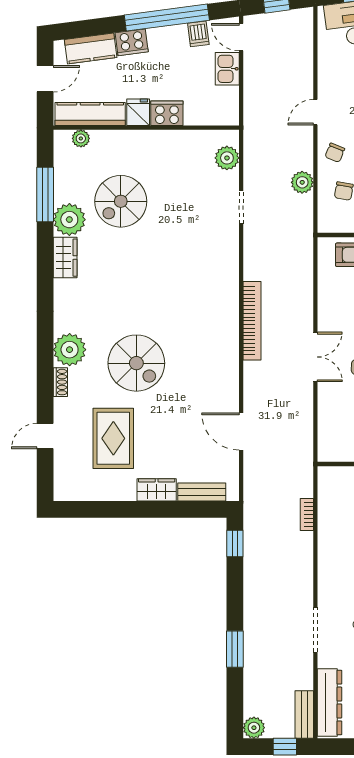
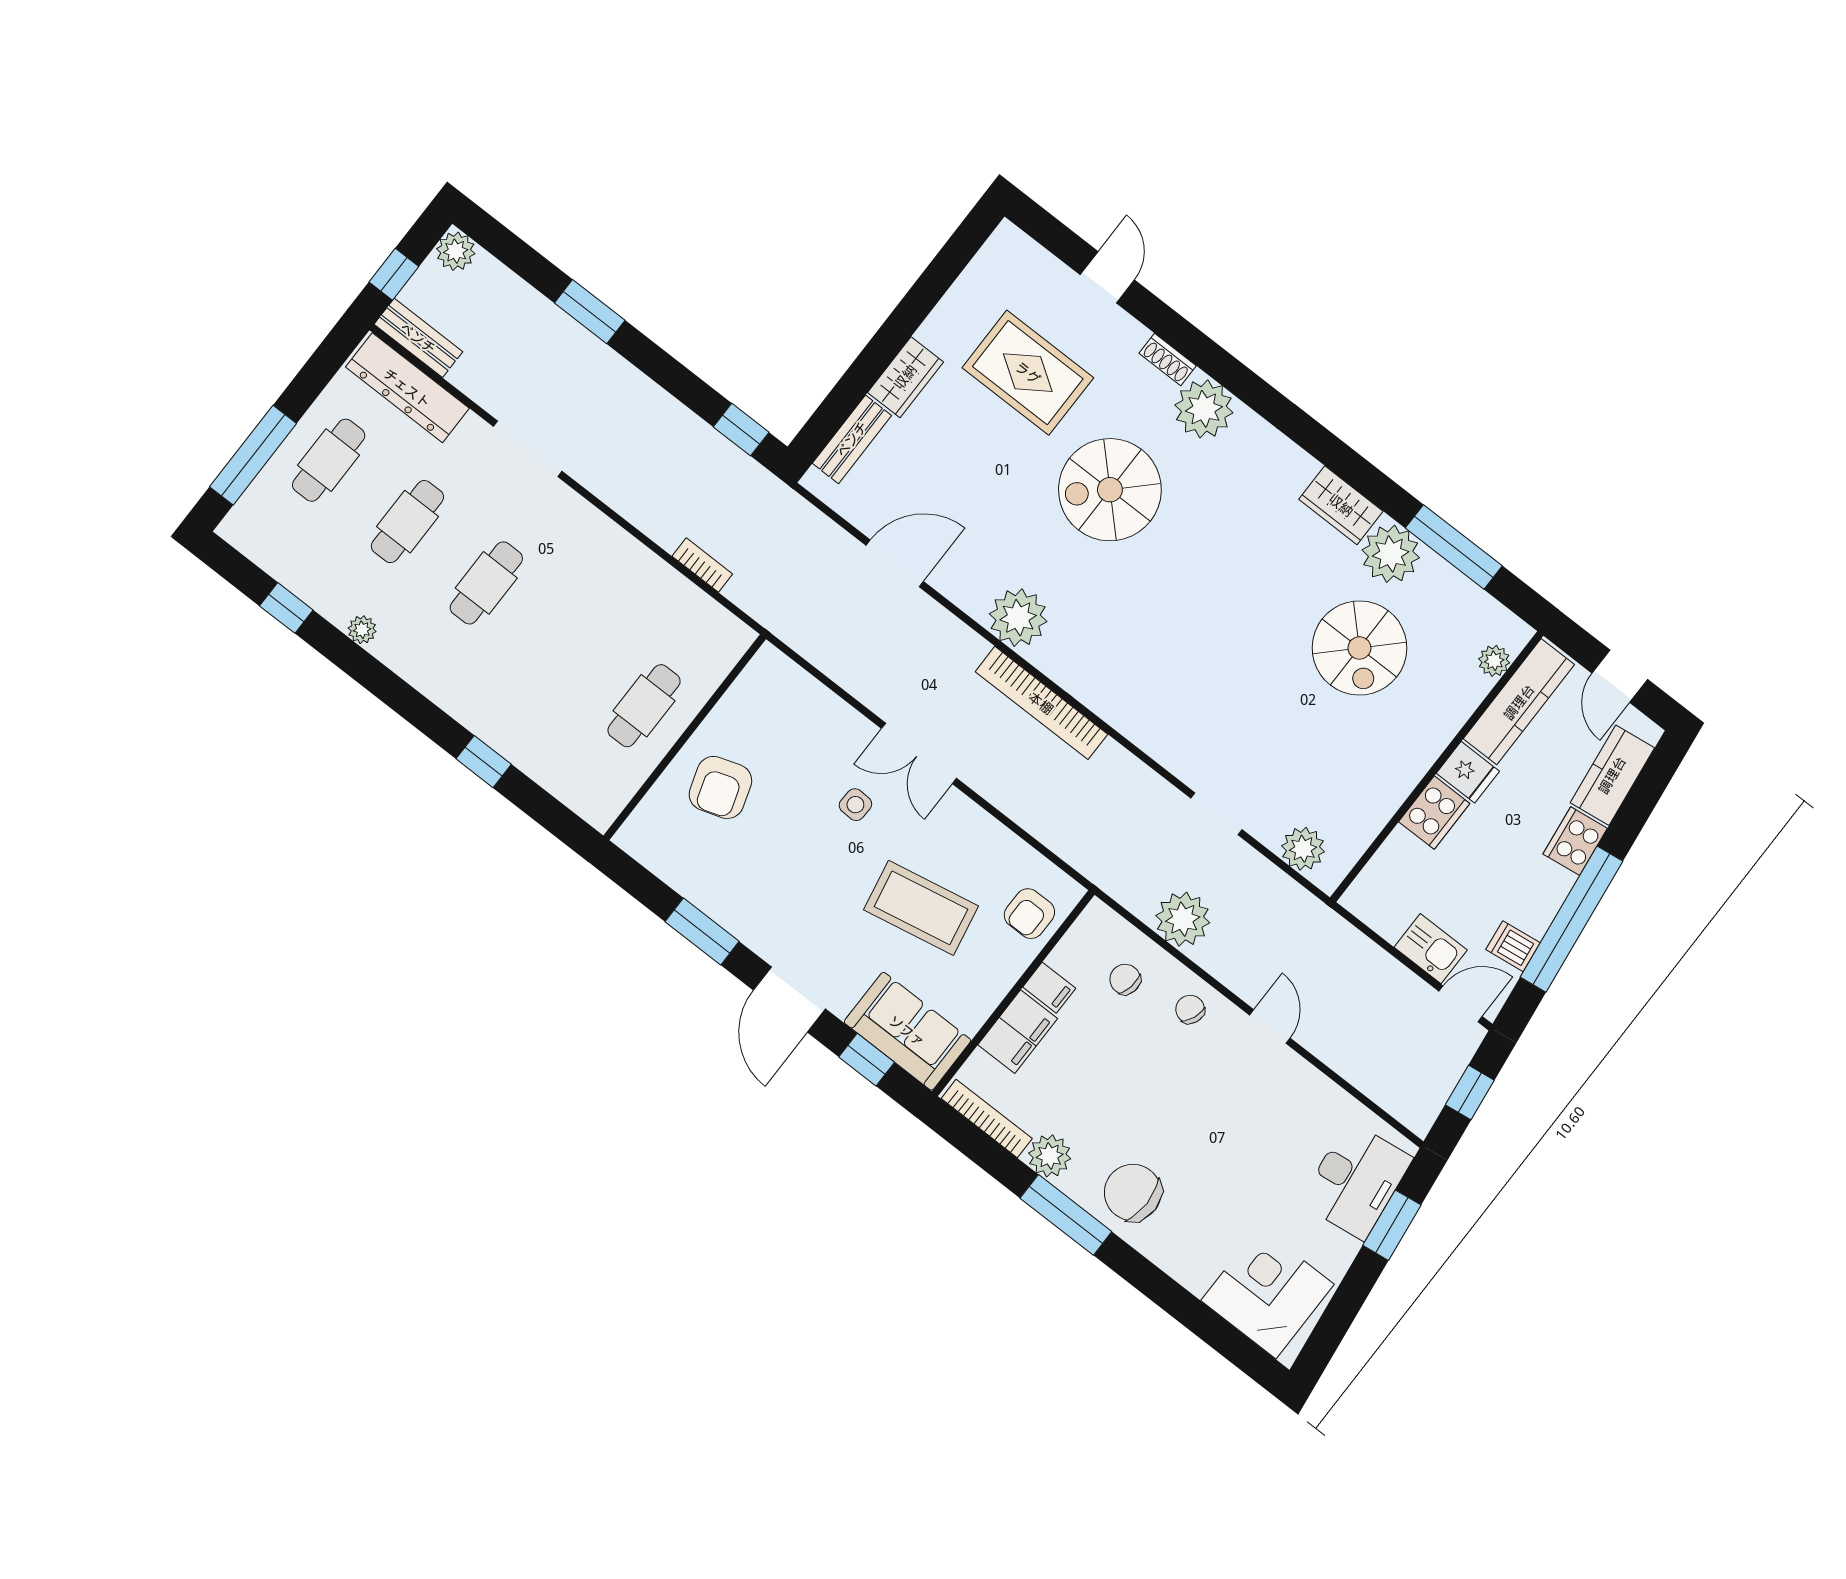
plant: (302, 182) -> (1183, 919), width x1.36, depth x1.36
spiral stairs: (121, 201) -> (1359, 648), turned 180
plant: (223, 360) -> (1018, 618), added

